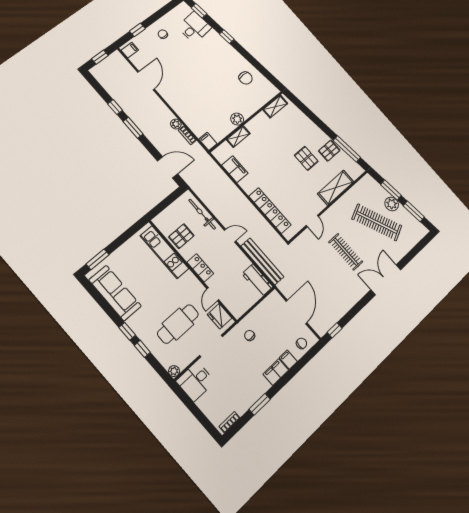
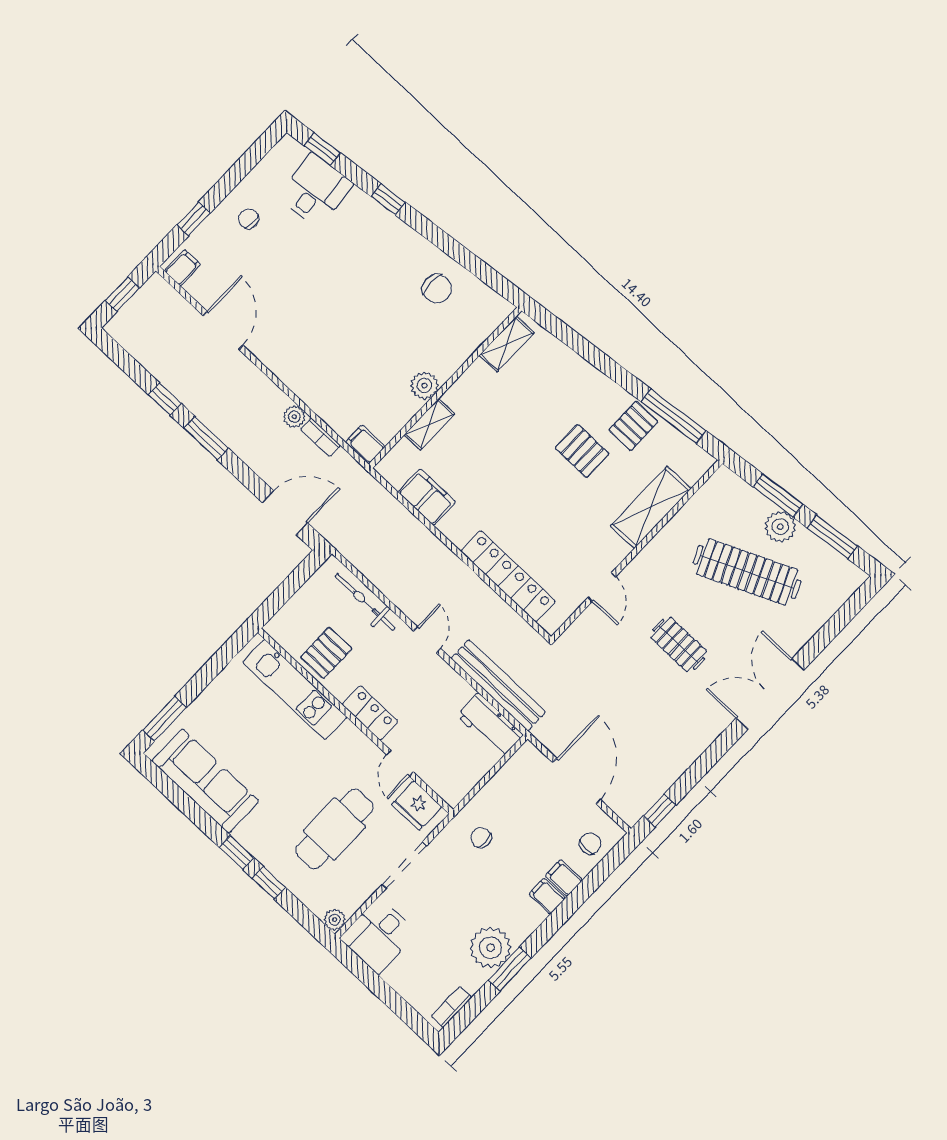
door: (230, 236) -> (427, 640), hinge flipped
clothes rail: (346, 252) -> (679, 644), width x0.73
filing cabinet: (276, 372) -> (547, 896), width x0.50
plant: (251, 392) -> (491, 948), added

